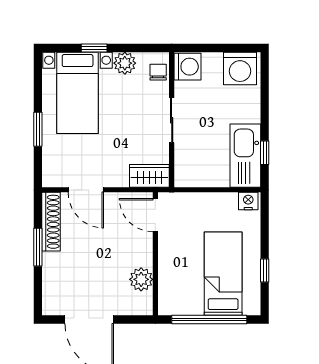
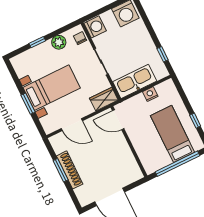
bed with nightstands: (78, 93) -> (52, 88), moved, turned -90
kitchen sink: (245, 156) -> (135, 81), moved, turned 90
nightstand: (248, 201) -> (150, 94), moved
shoe rack: (51, 222) -> (70, 170), moved
plant: (141, 279) -> (128, 160), removed

